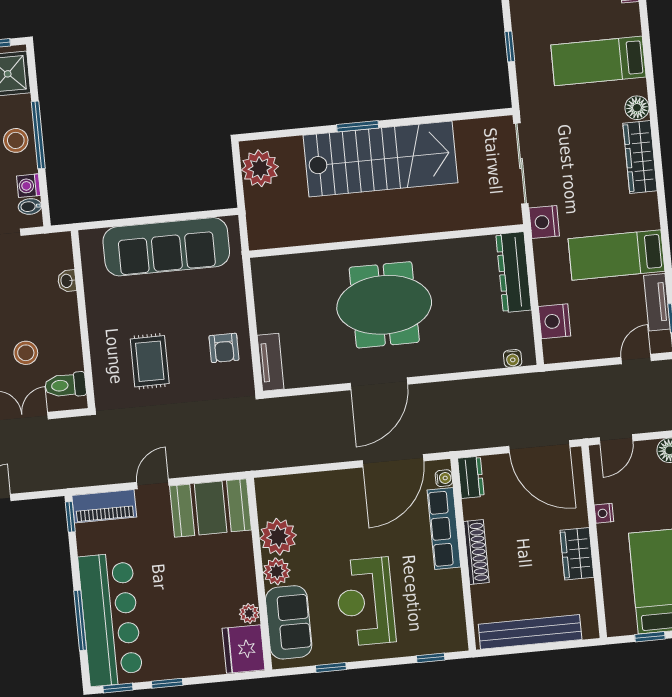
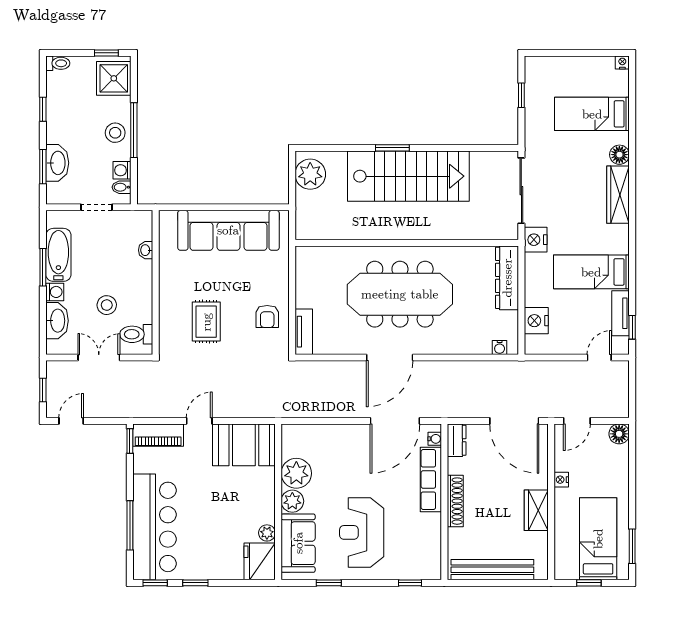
meeting table: (384, 305) -> (400, 294), width x1.36

